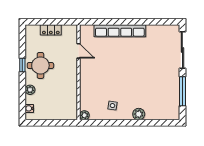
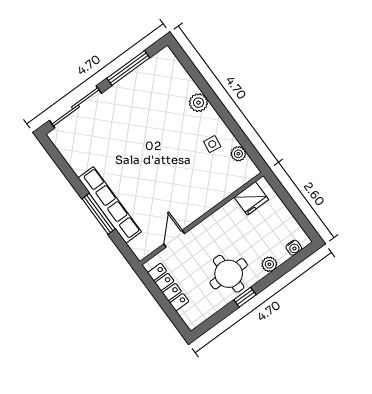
window: (119, 22) -> (99, 214), added
locker: (51, 30) -> (168, 287), width x1.53
fridge: (70, 105) -> (251, 198), added
plant: (84, 115) -> (238, 154), moved

